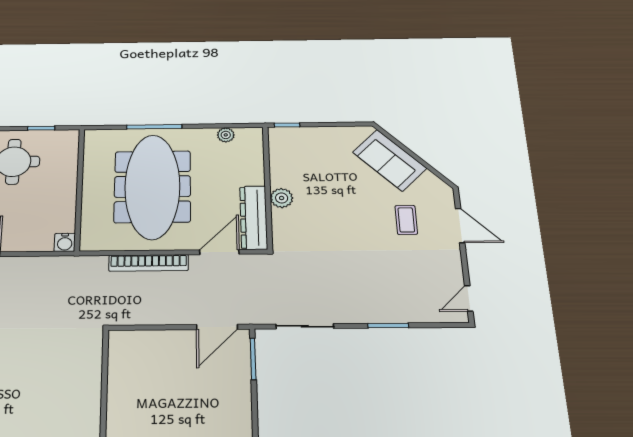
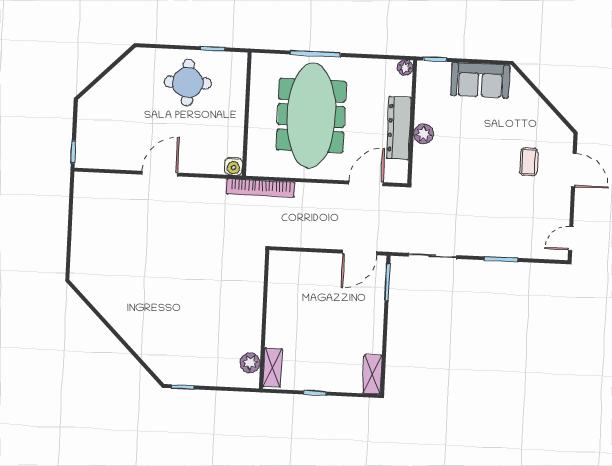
plant: (226, 135) -> (405, 68), moved
sofa: (390, 160) -> (480, 80), moved, turned -45
dresser: (254, 217) -> (399, 128), moved
bookcase: (149, 263) -> (261, 188), moved

